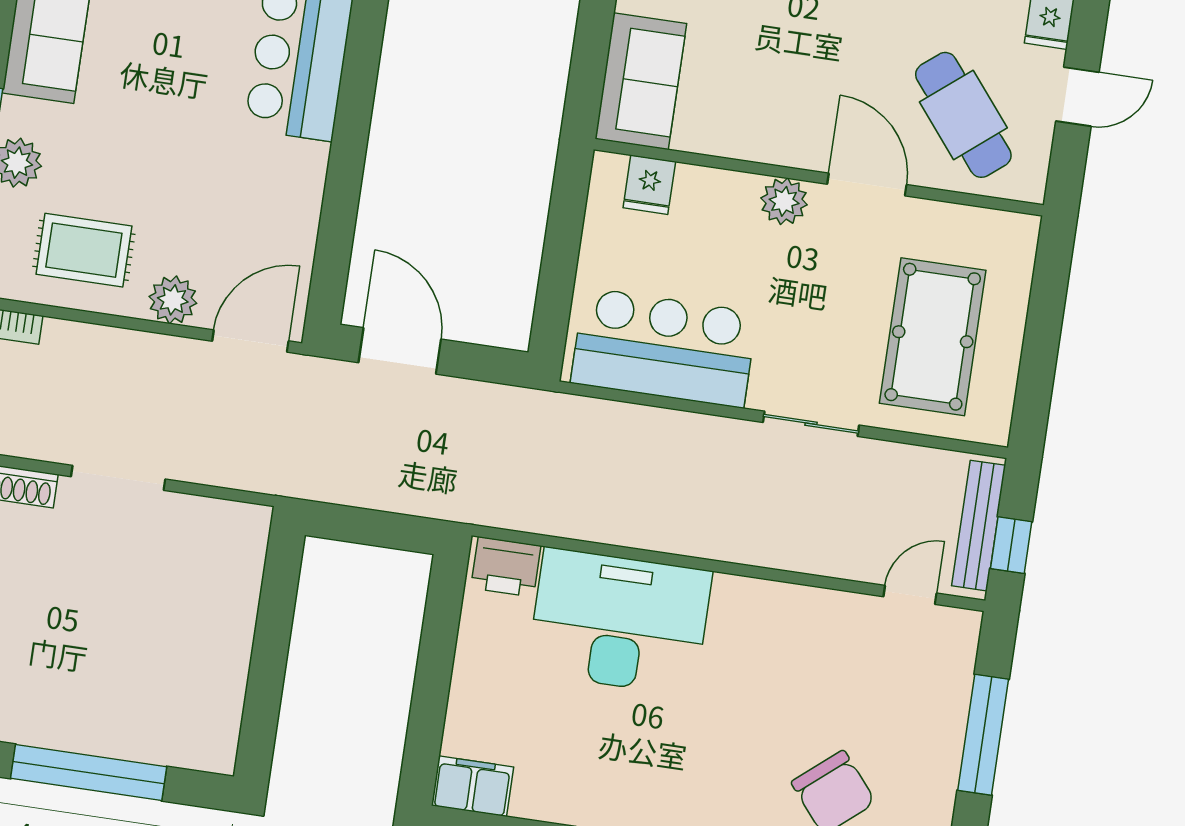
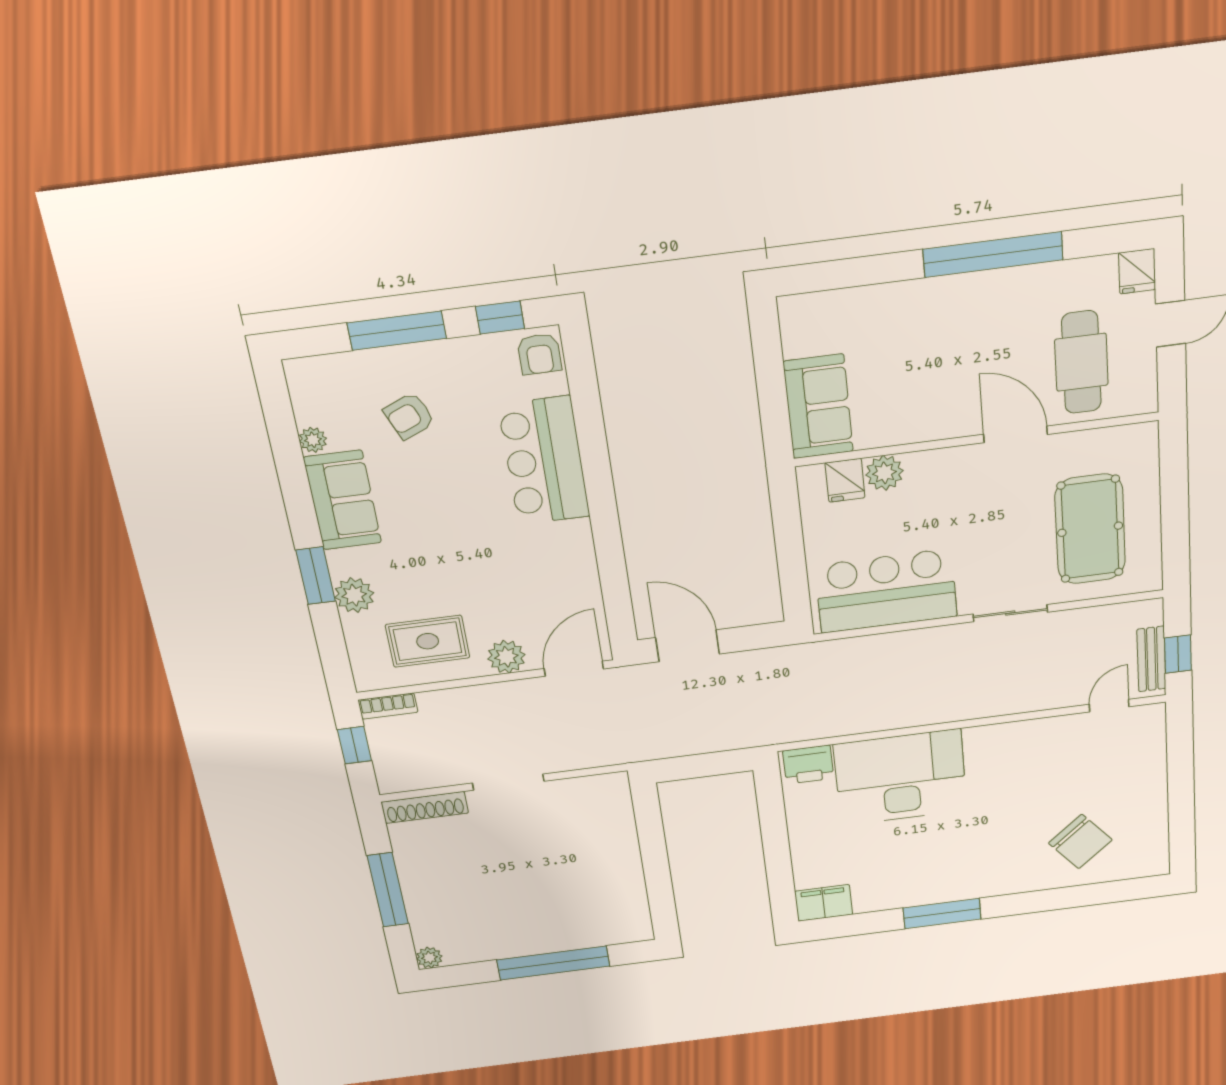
cafe table: (963, 115) -> (1081, 362), turned 39
plant: (784, 201) -> (884, 473), moved
bench: (979, 526) -> (1151, 659), width x0.73
window: (983, 735) -> (1181, 779), removed

